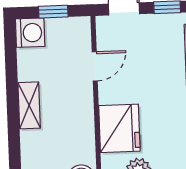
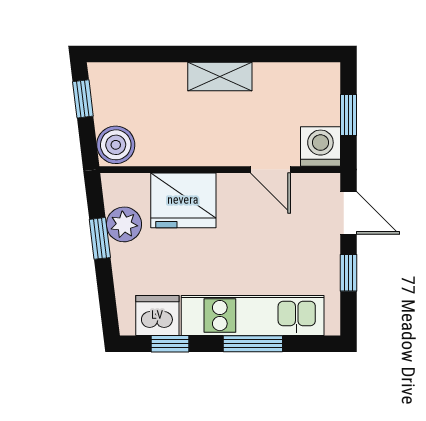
washing machine: (30, 33) -> (320, 146), moved, turned 180

